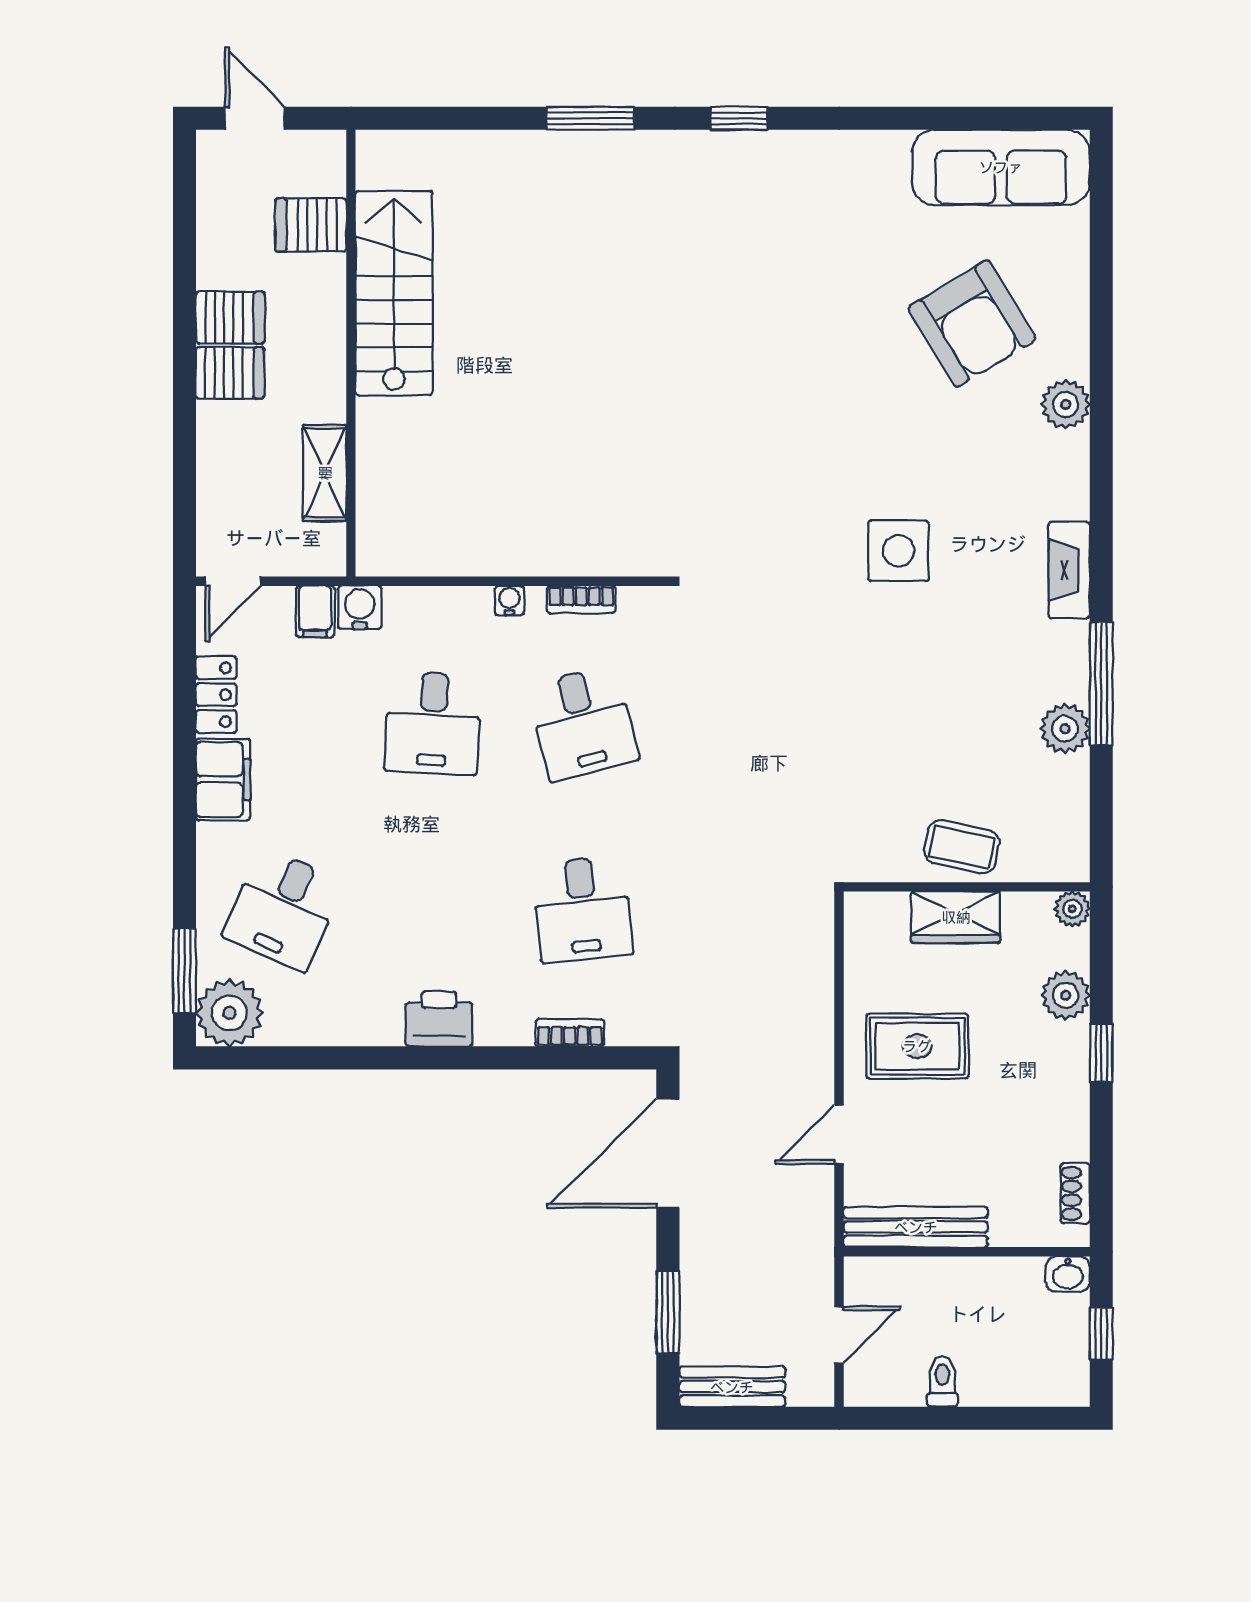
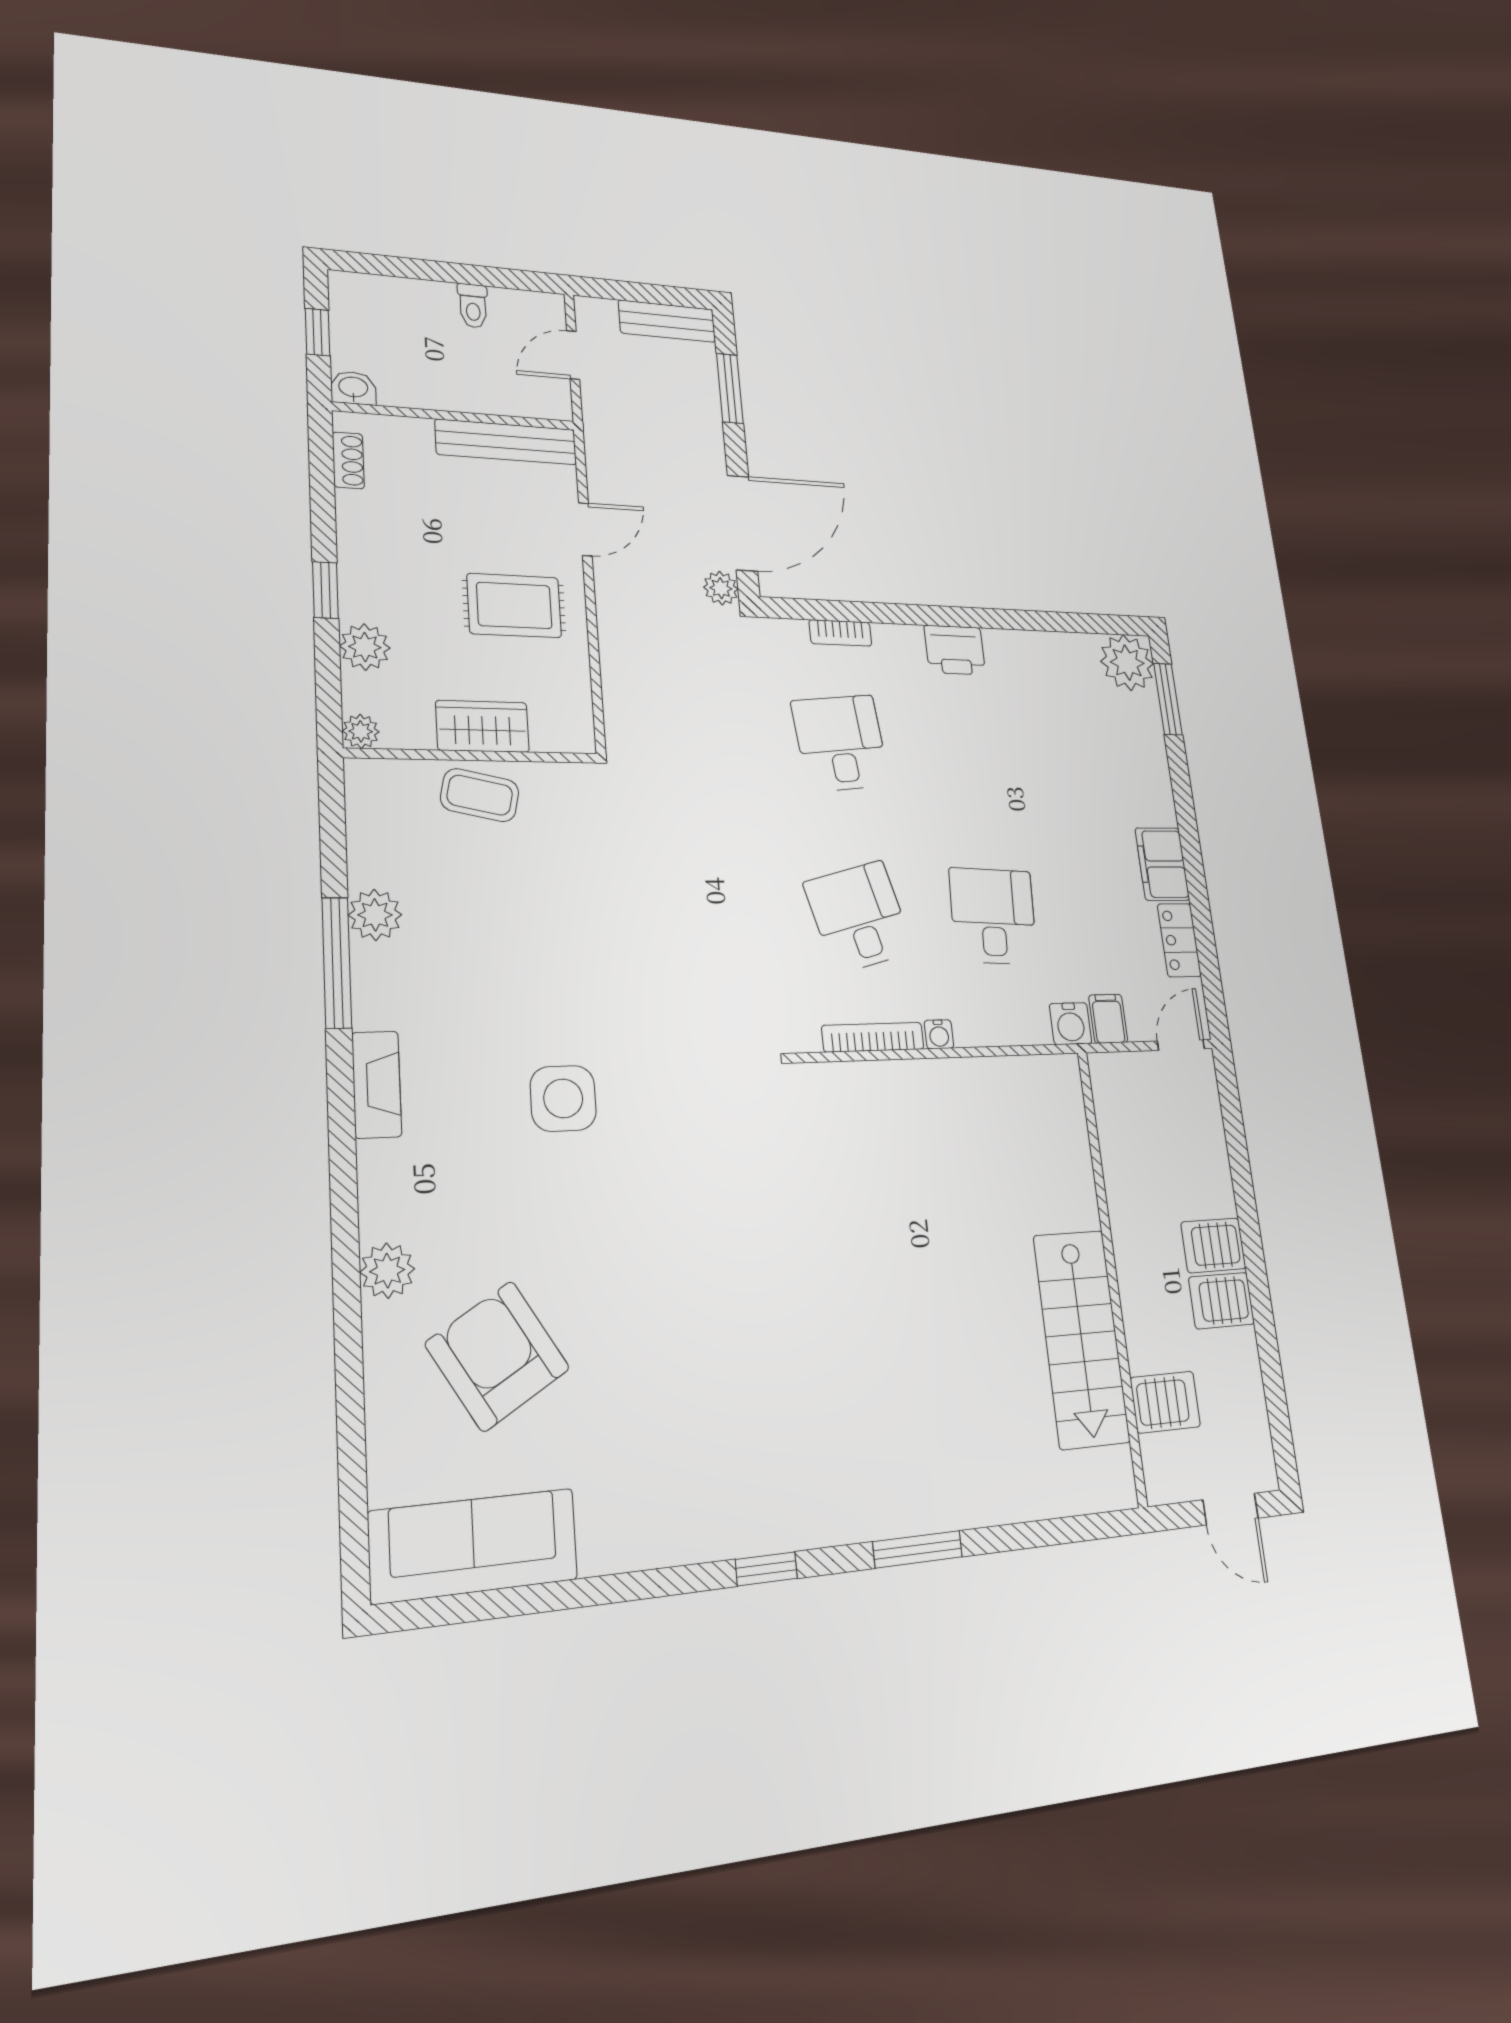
shelving: (325, 473) -> (1118, 1152), removed
bookcase: (581, 599) -> (873, 1037), width x1.56
desk: (283, 909) -> (1097, 749), removed
plant: (698, 1077) -> (721, 588), added

